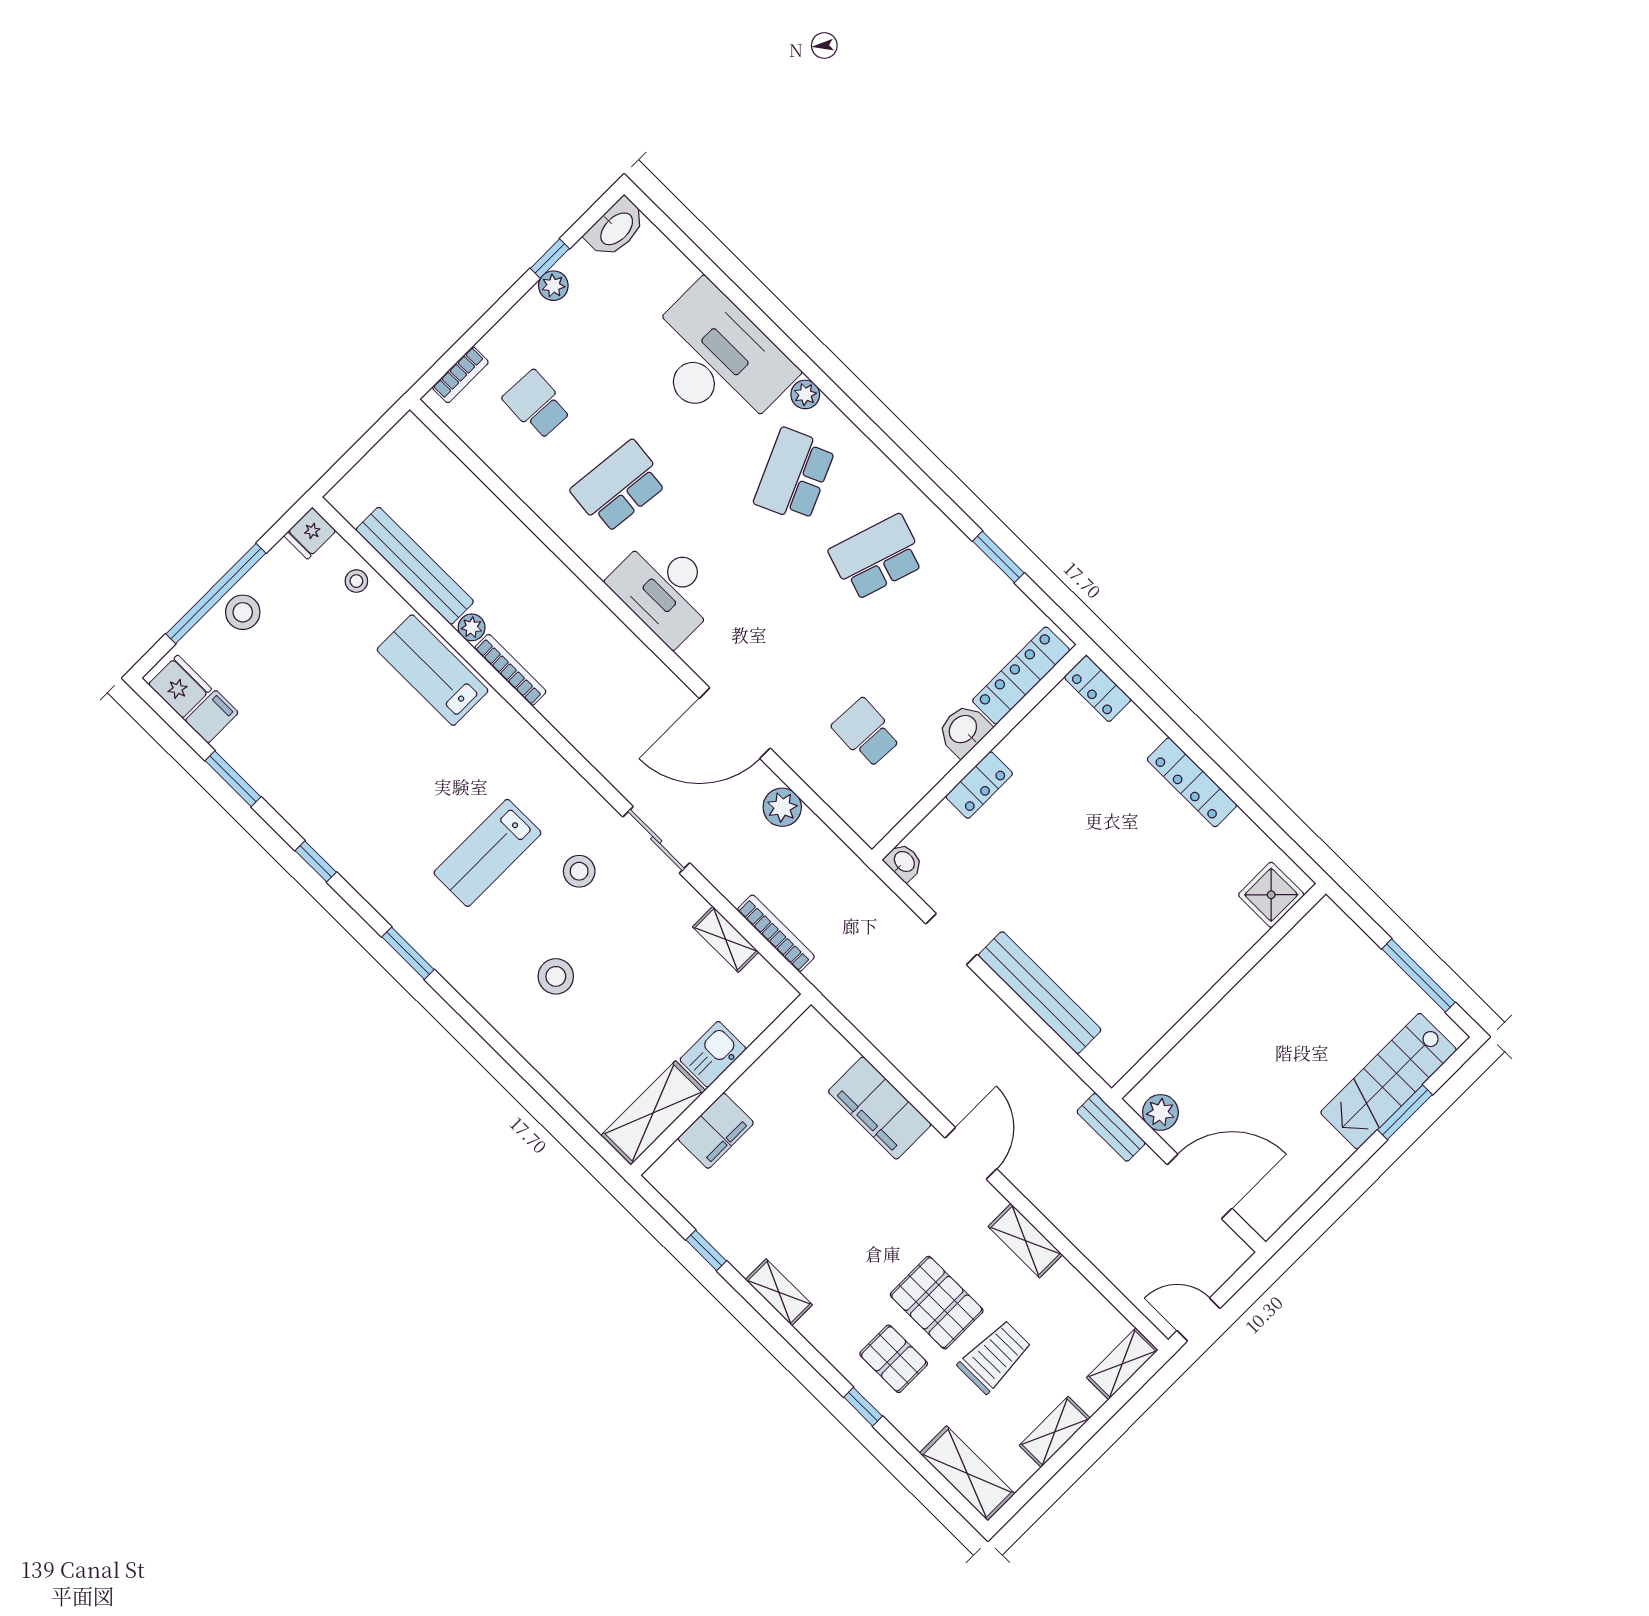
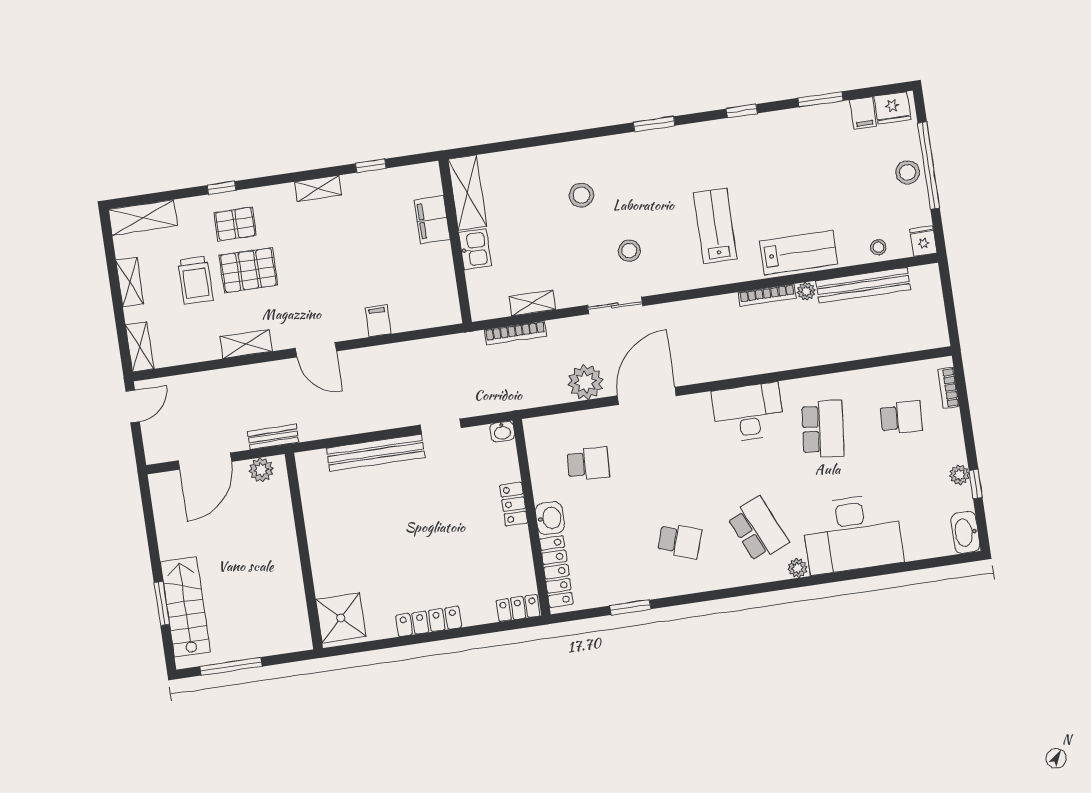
school desk: (877, 557) -> (680, 541), width x0.54
plant: (782, 807) -> (586, 382), width x1.36, depth x1.36
lab bench: (487, 853) -> (715, 226), moved
shower: (1271, 895) -> (341, 618), width x1.36, depth x1.36
filing cabinet: (880, 1108) -> (378, 321), width x0.33, depth x0.86

